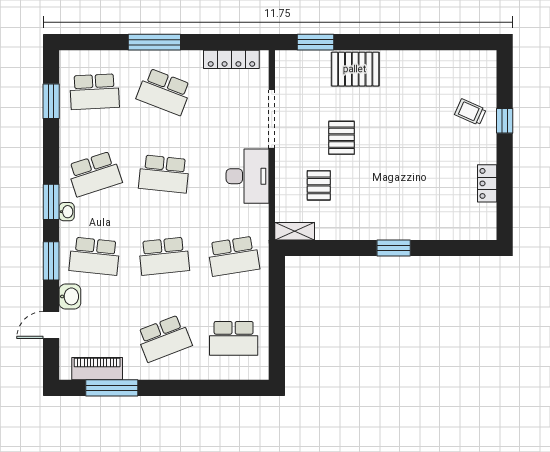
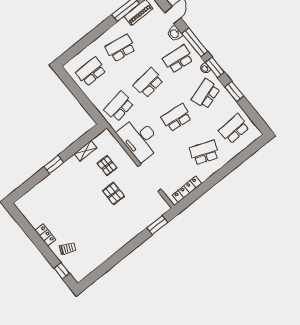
window: (154, 42) -> (225, 170), removed
pallet: (355, 69) -> (131, 227), removed
window: (51, 101) -> (234, 92), moved
window: (505, 121) -> (62, 271), moved
desk: (248, 176) -> (140, 139), width x1.36, depth x1.30
locker: (487, 183) -> (45, 235), moved
shelving: (295, 231) -> (86, 151), moved
window: (51, 261) -> (195, 42), width x1.44
school desk: (164, 338) -> (120, 48), turned 30

